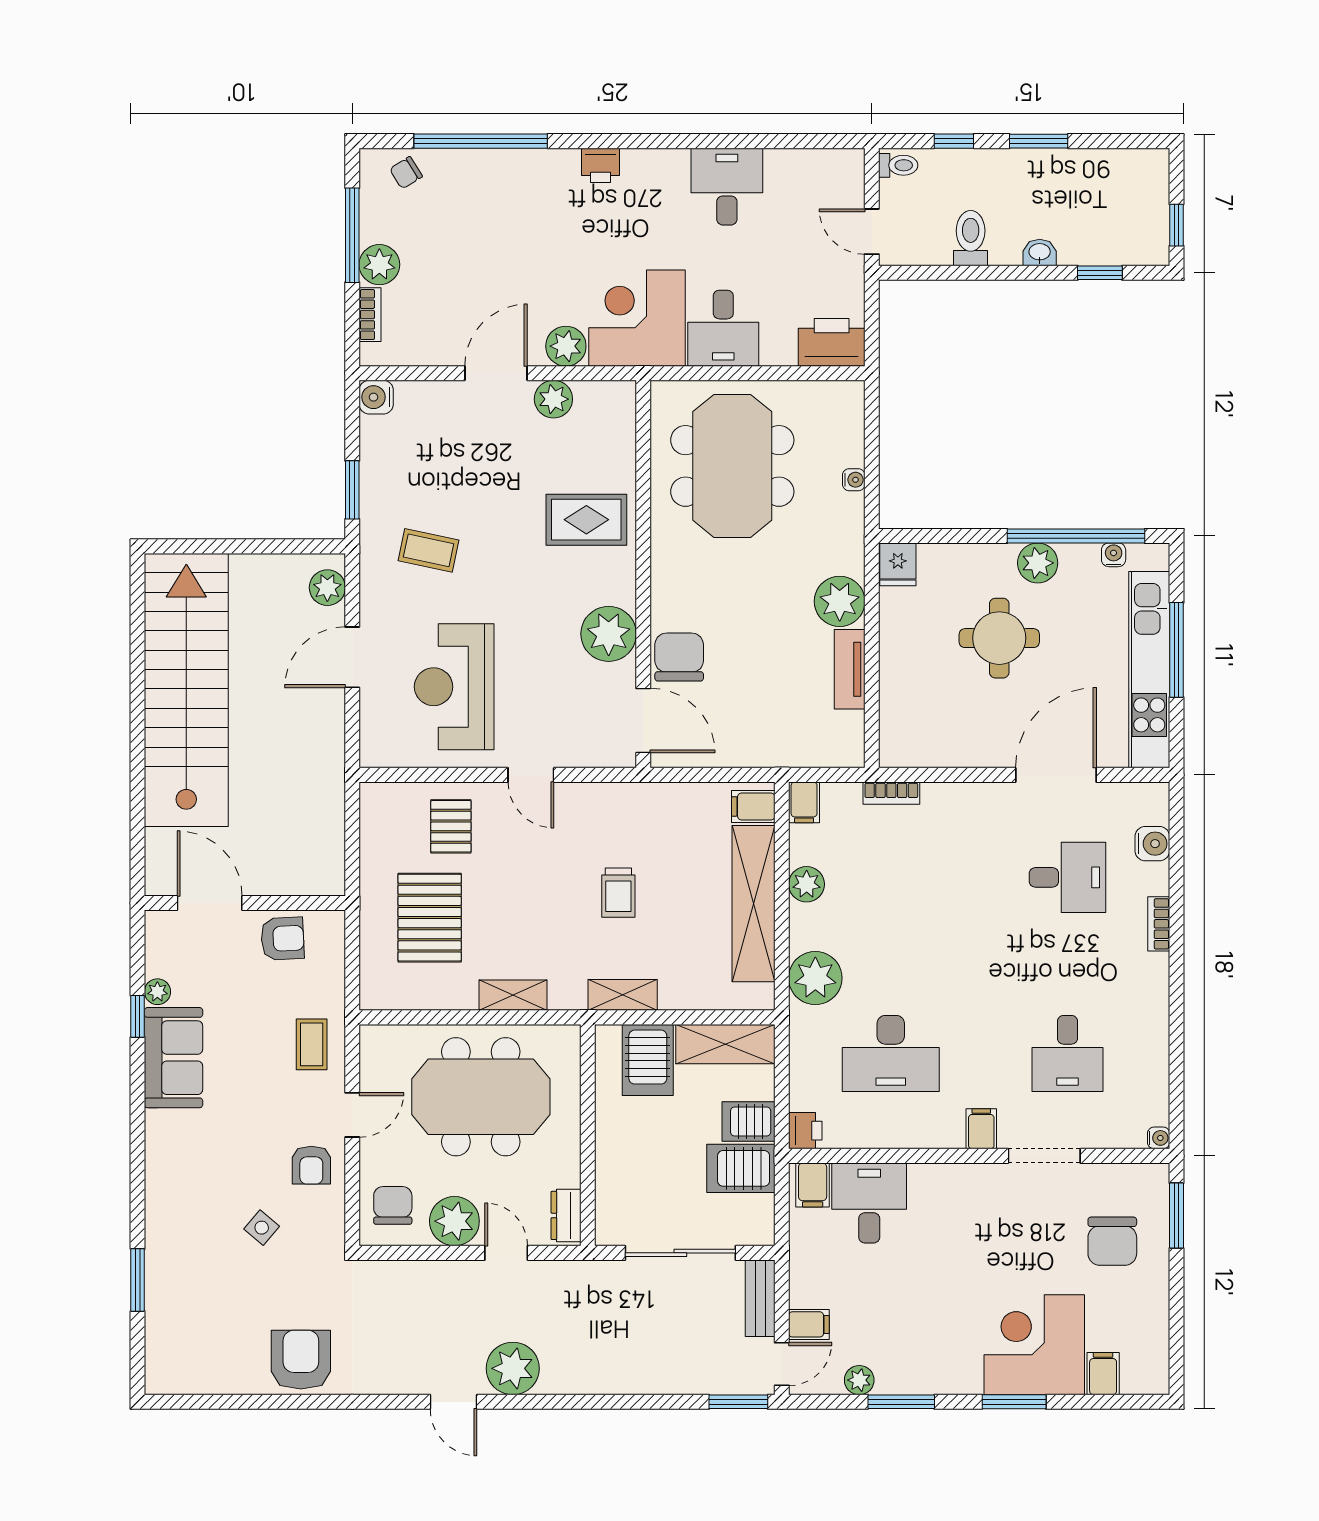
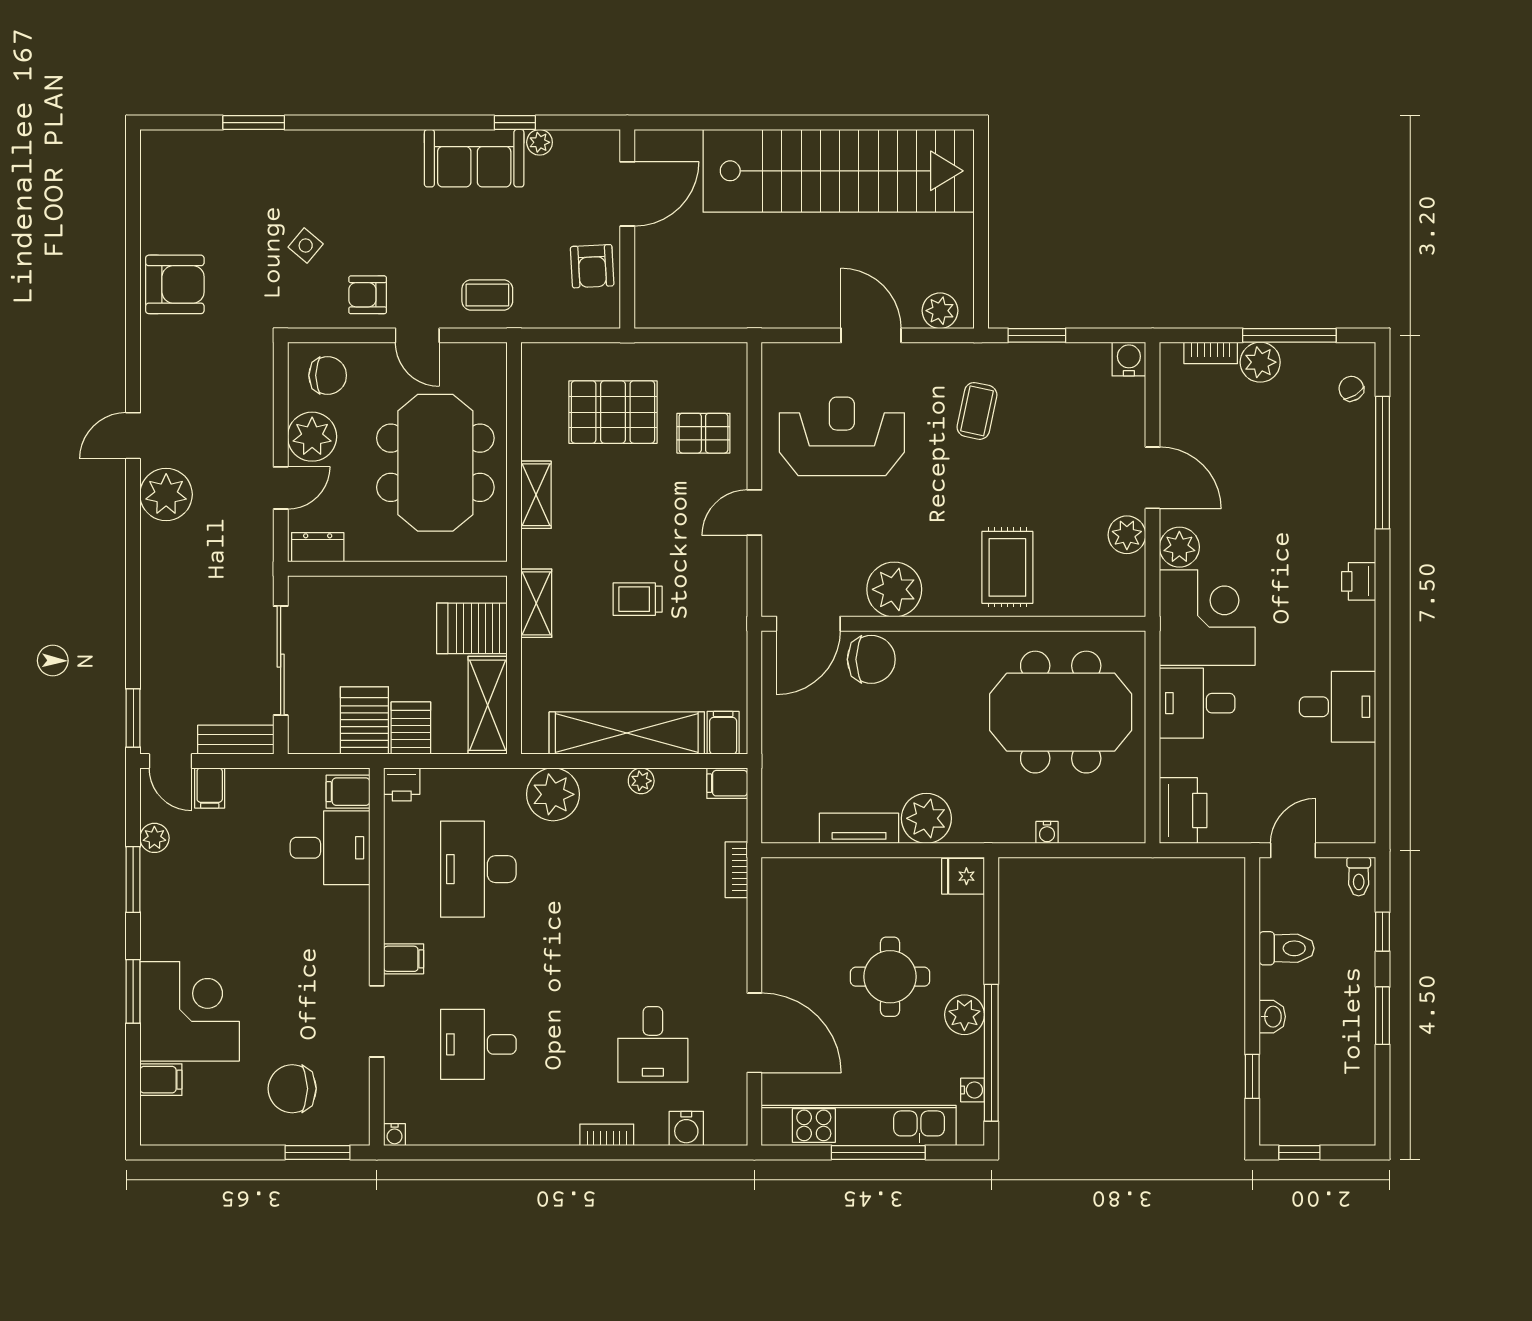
plant: (807, 884) -> (641, 781), width x0.73, depth x0.73

